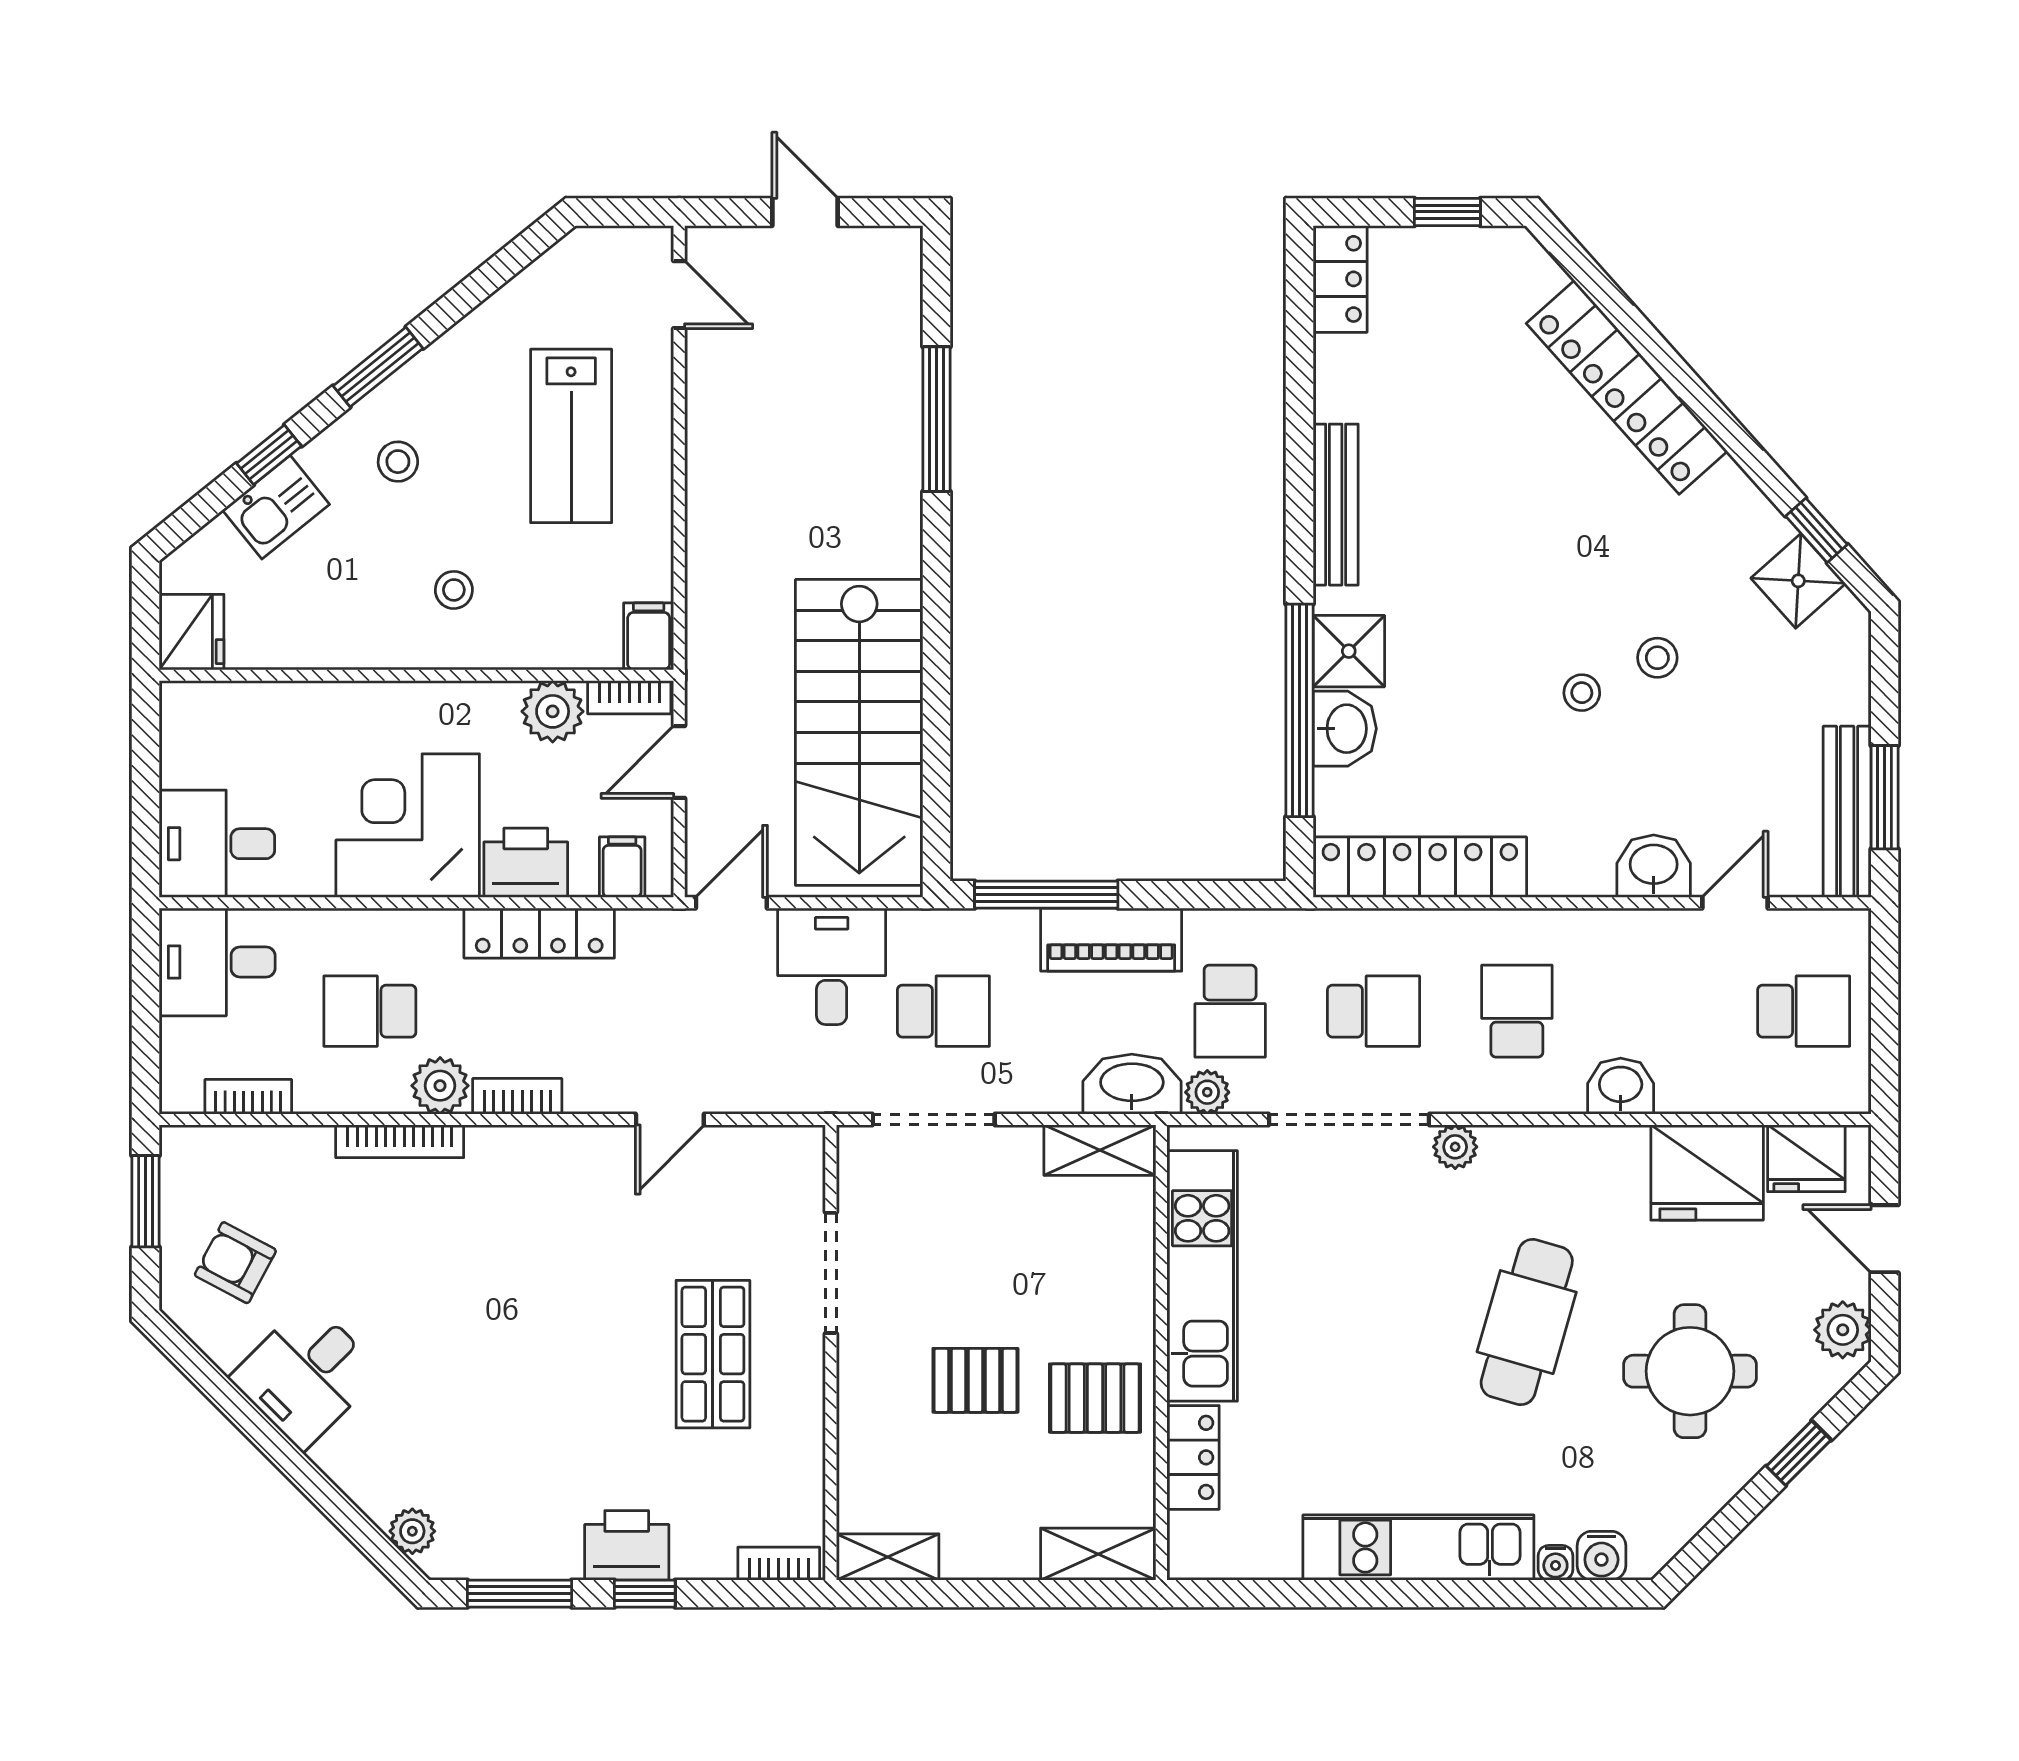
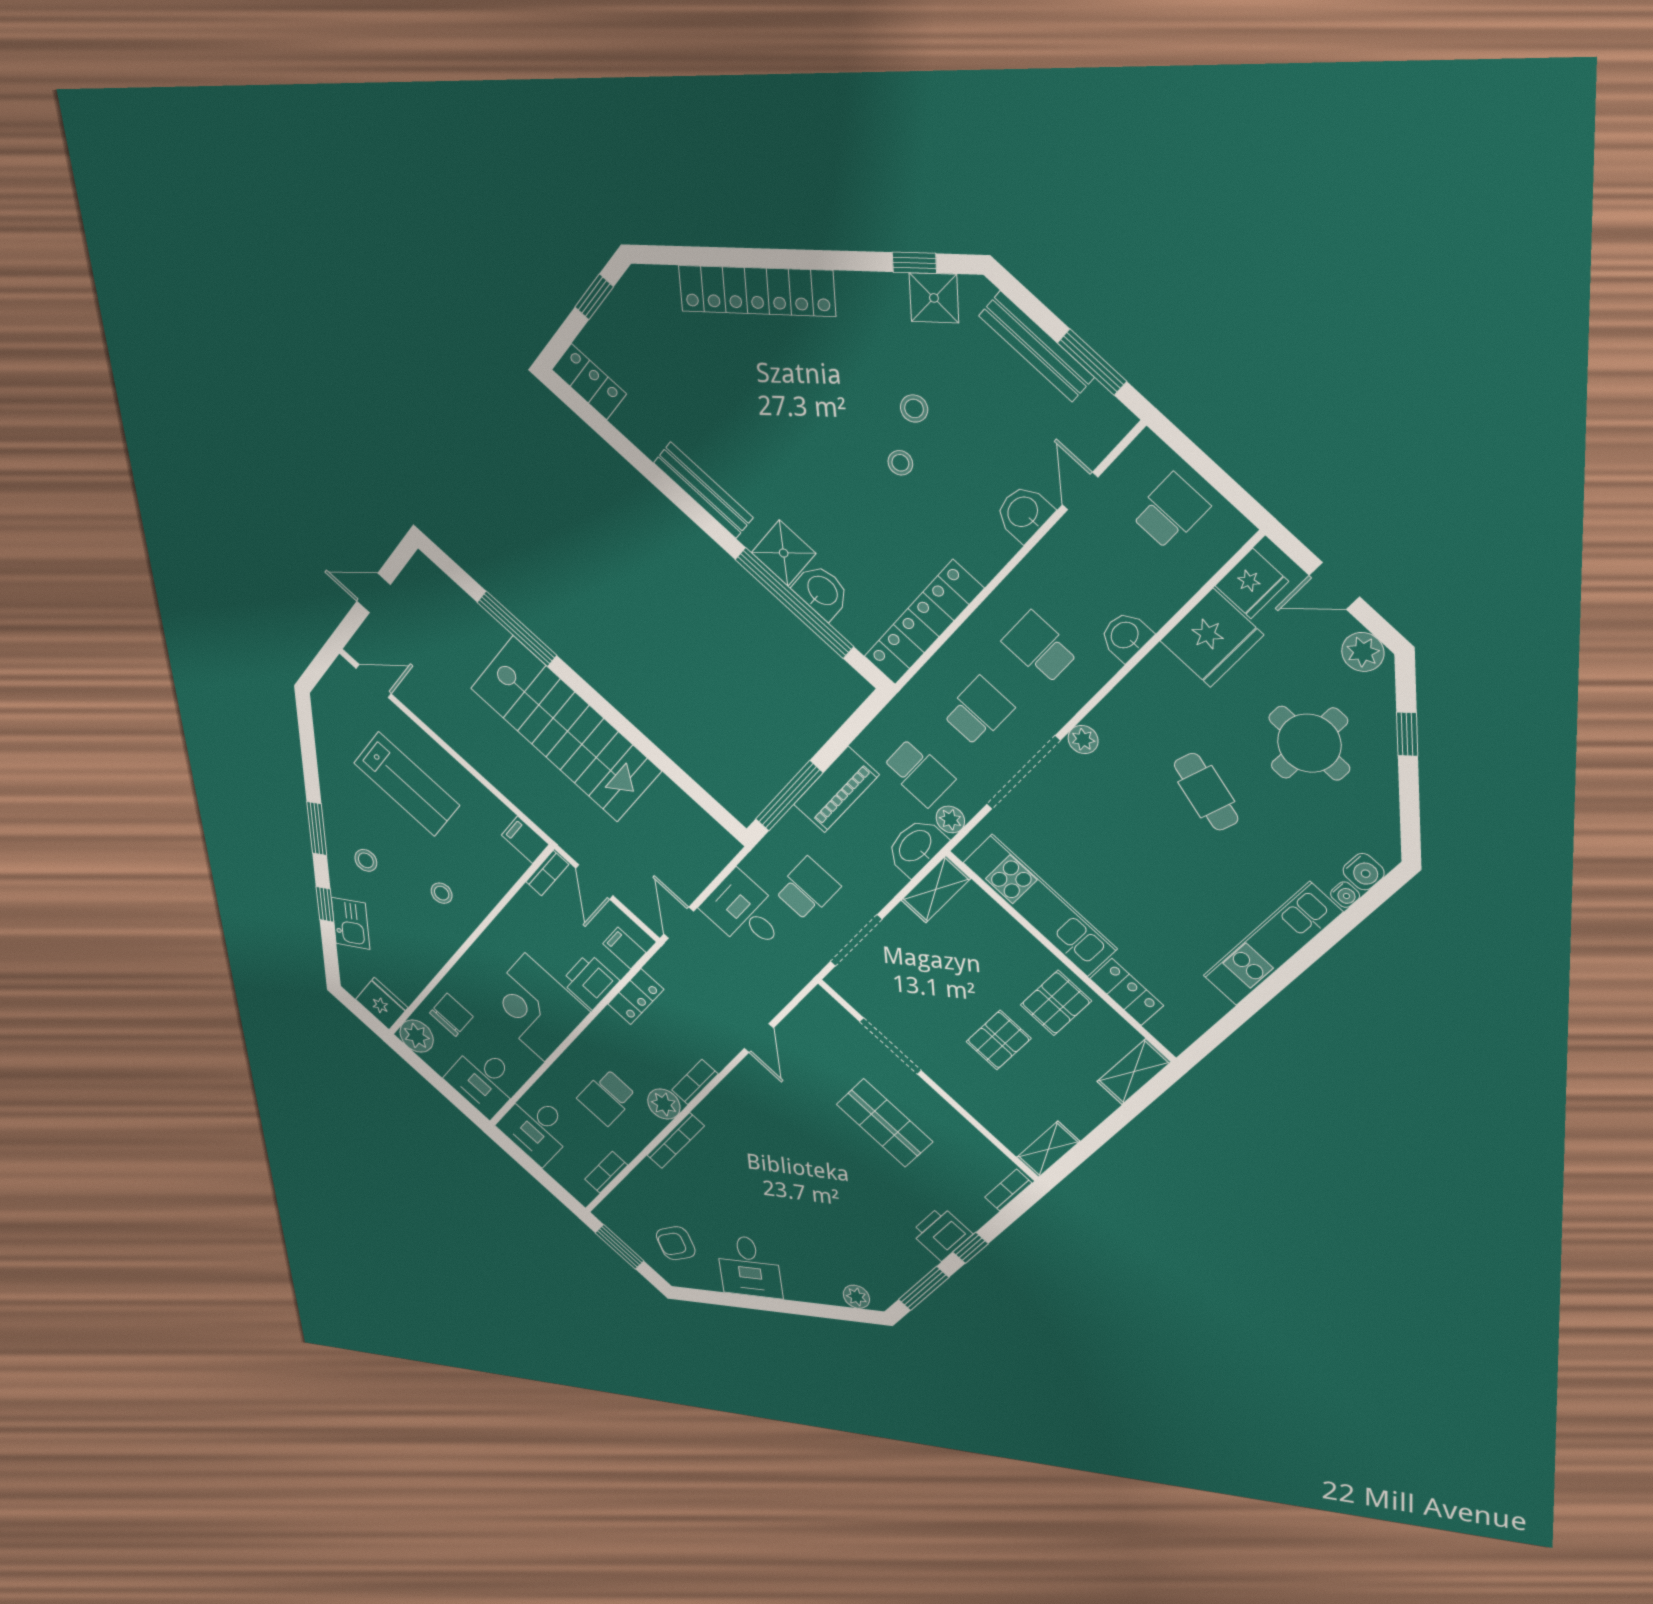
plant: (553, 711) -> (417, 1036), moved
chair: (276, 731) -> (451, 1015), added
stairs: (859, 732) -> (566, 729), moved
bench: (1847, 812) -> (1036, 347), moved
locker: (539, 933) -> (636, 997), width x0.66
cafe table: (1527, 1322) -> (1206, 792), width x0.73, depth x0.74

